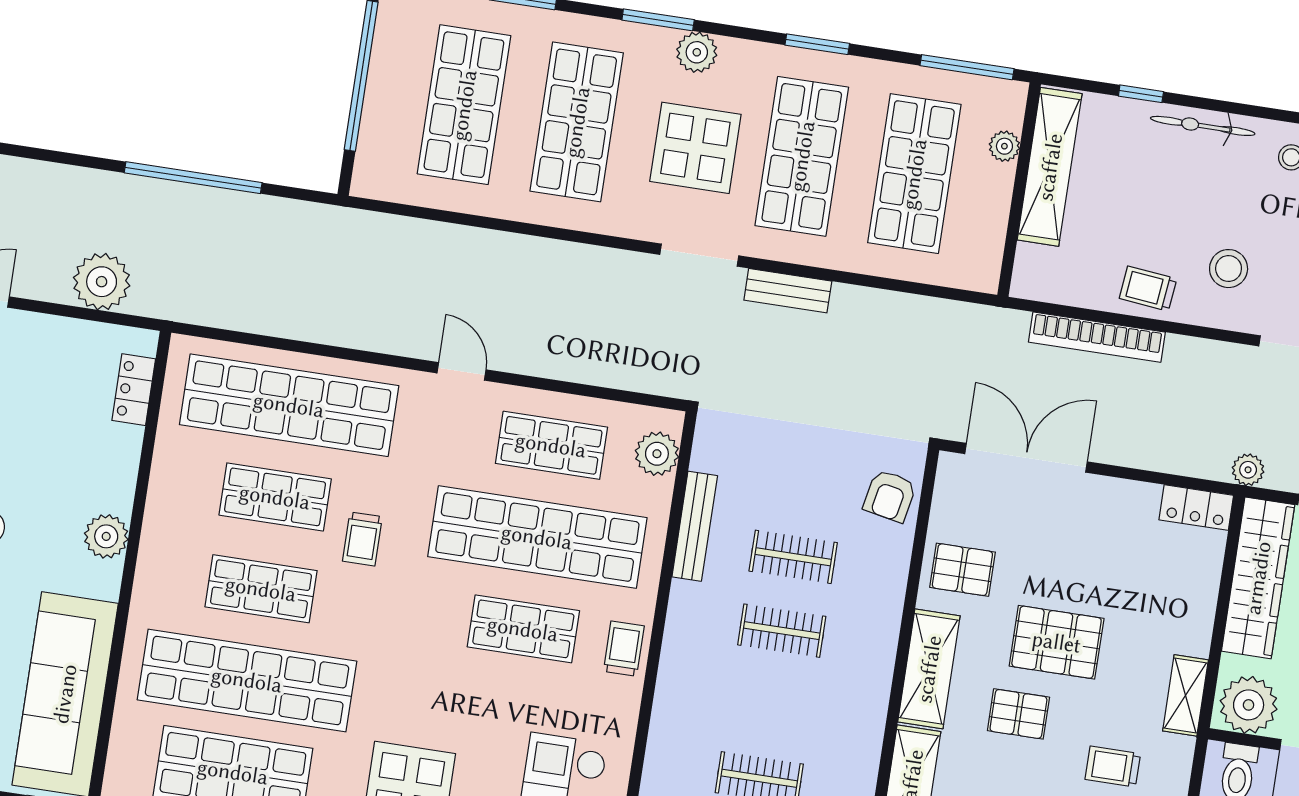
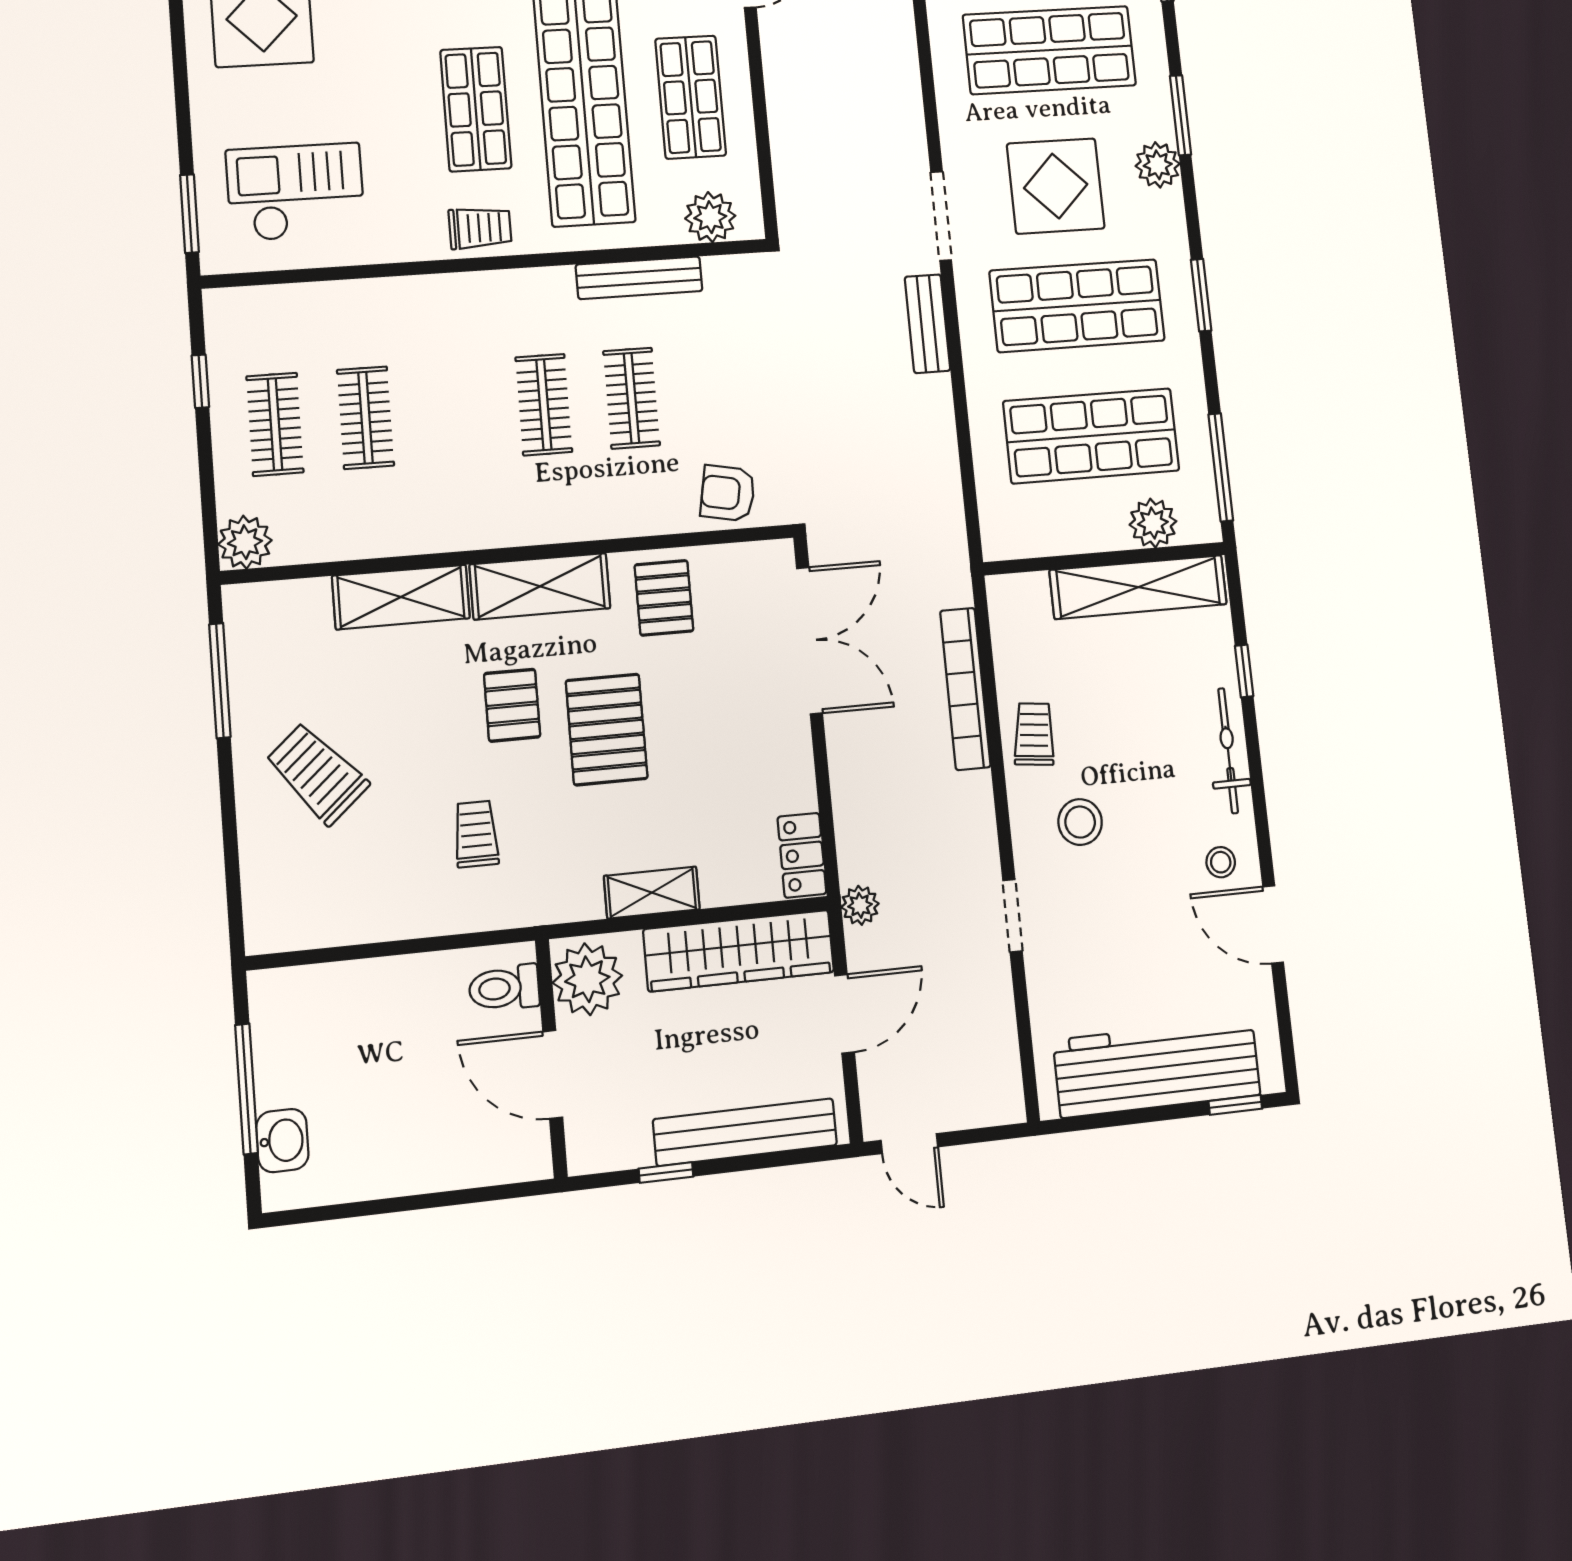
plant: (1004, 146) -> (1153, 523), width x1.38, depth x1.38
shelving: (1186, 695) -> (652, 893), moved

